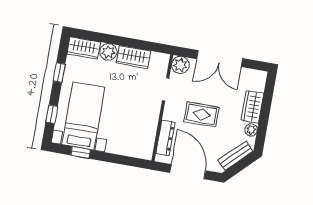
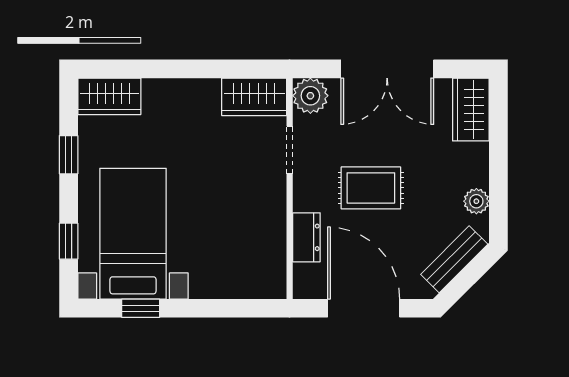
plant: (108, 52) -> (161, 95), removed
wardrobe: (133, 57) -> (254, 97), moved
wardrobe: (252, 107) -> (471, 110), moved
dresser: (165, 138) -> (306, 237), width x0.70

